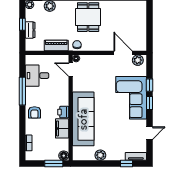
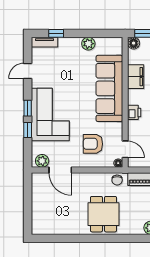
armchair: (97, 74) -> (93, 144), added
printer: (63, 112) -> (134, 112), moved

